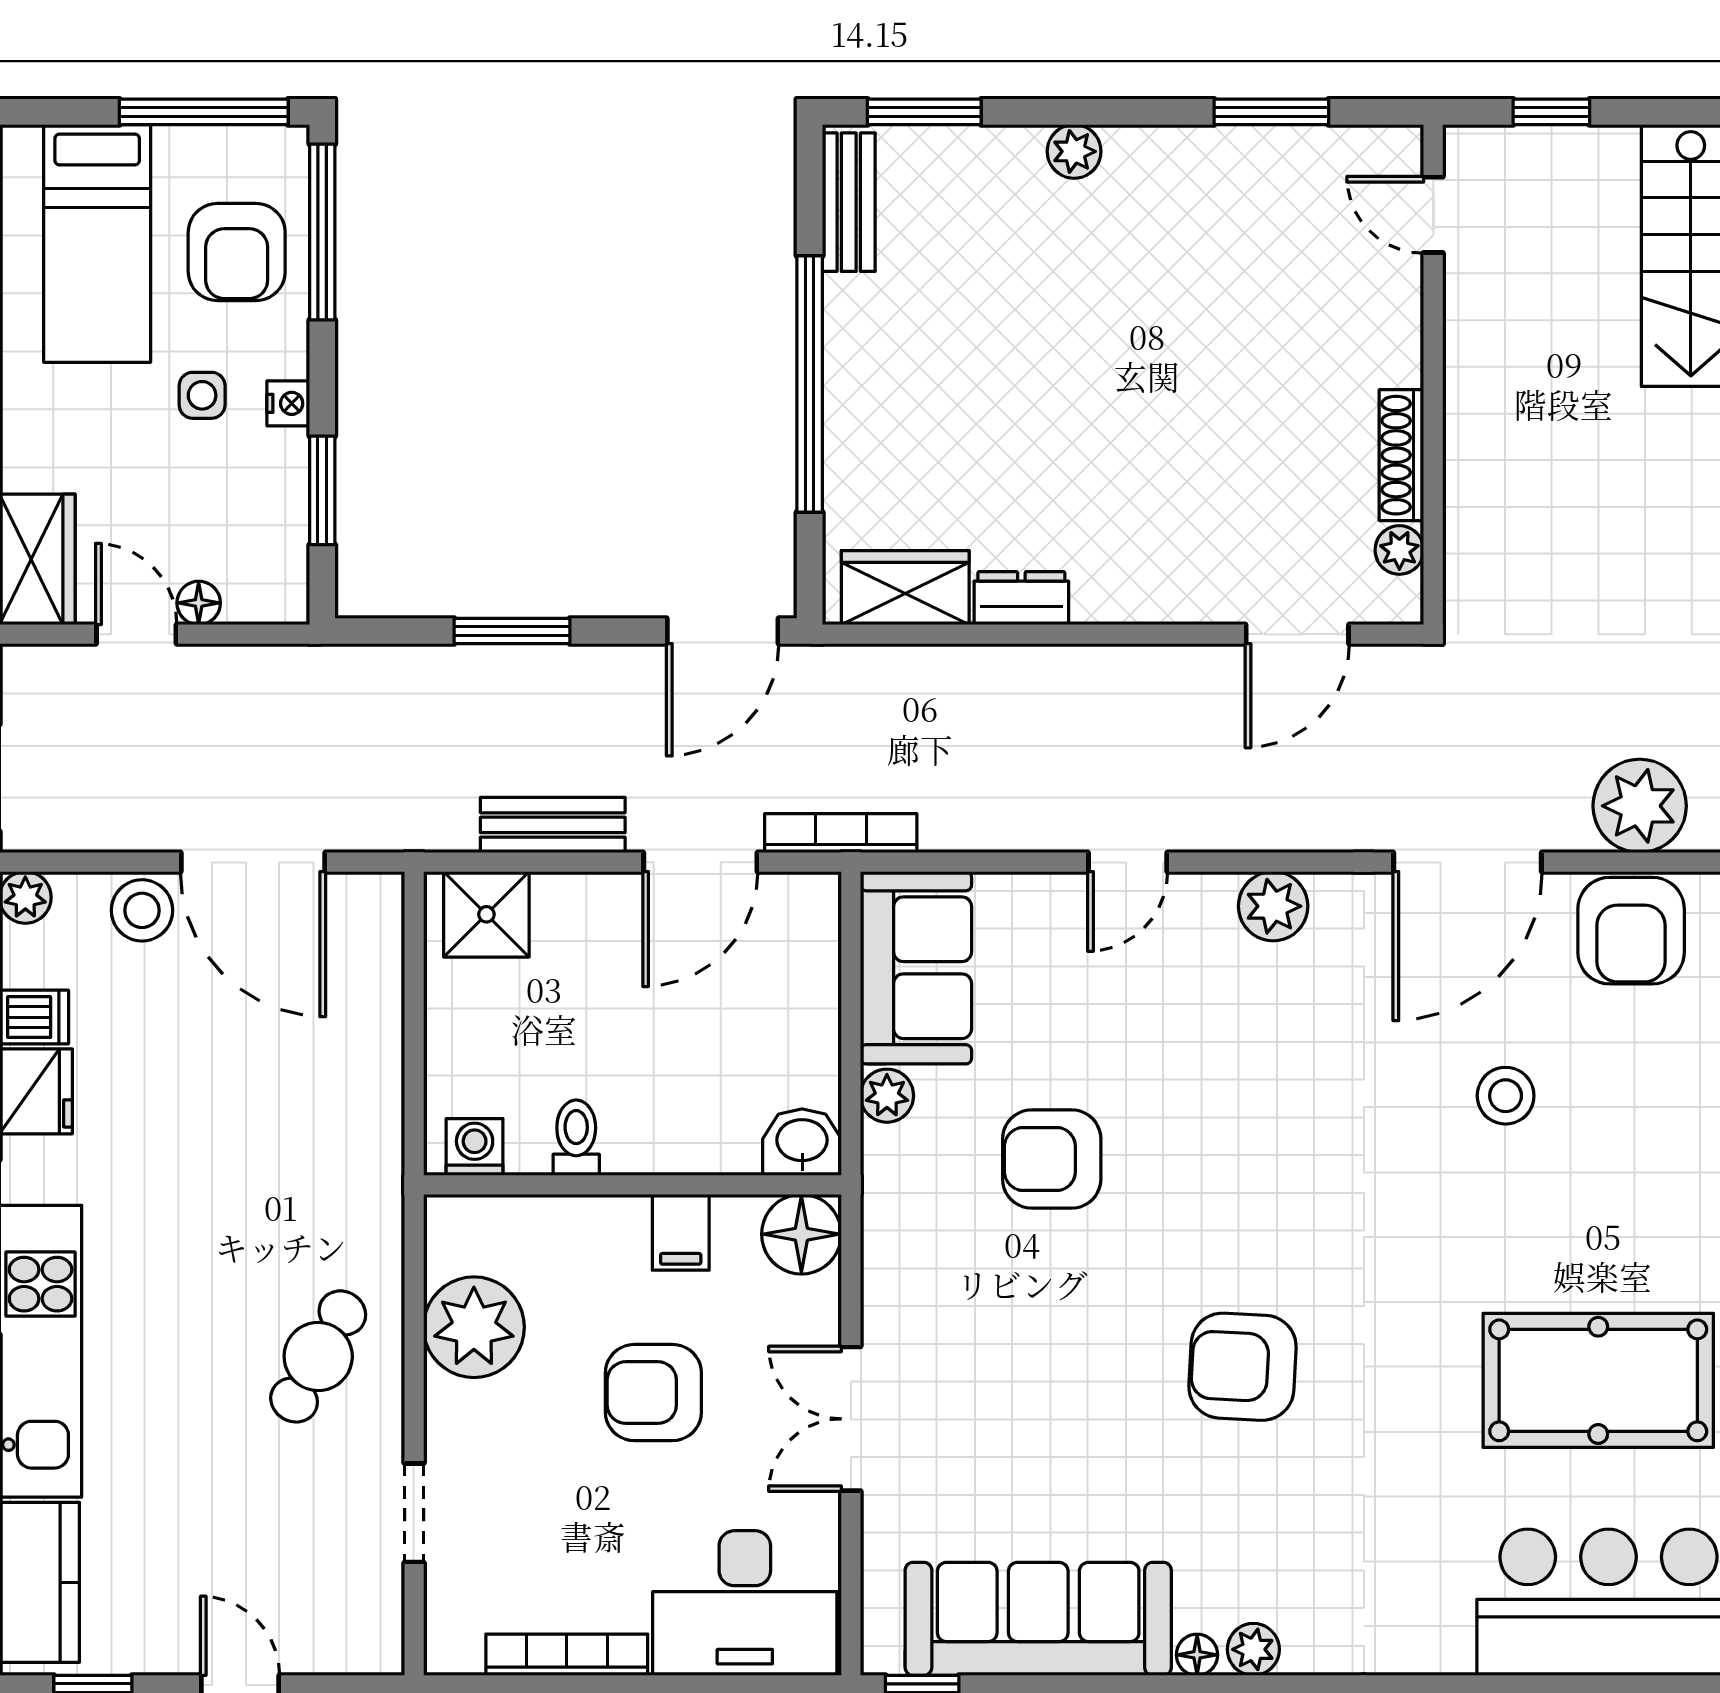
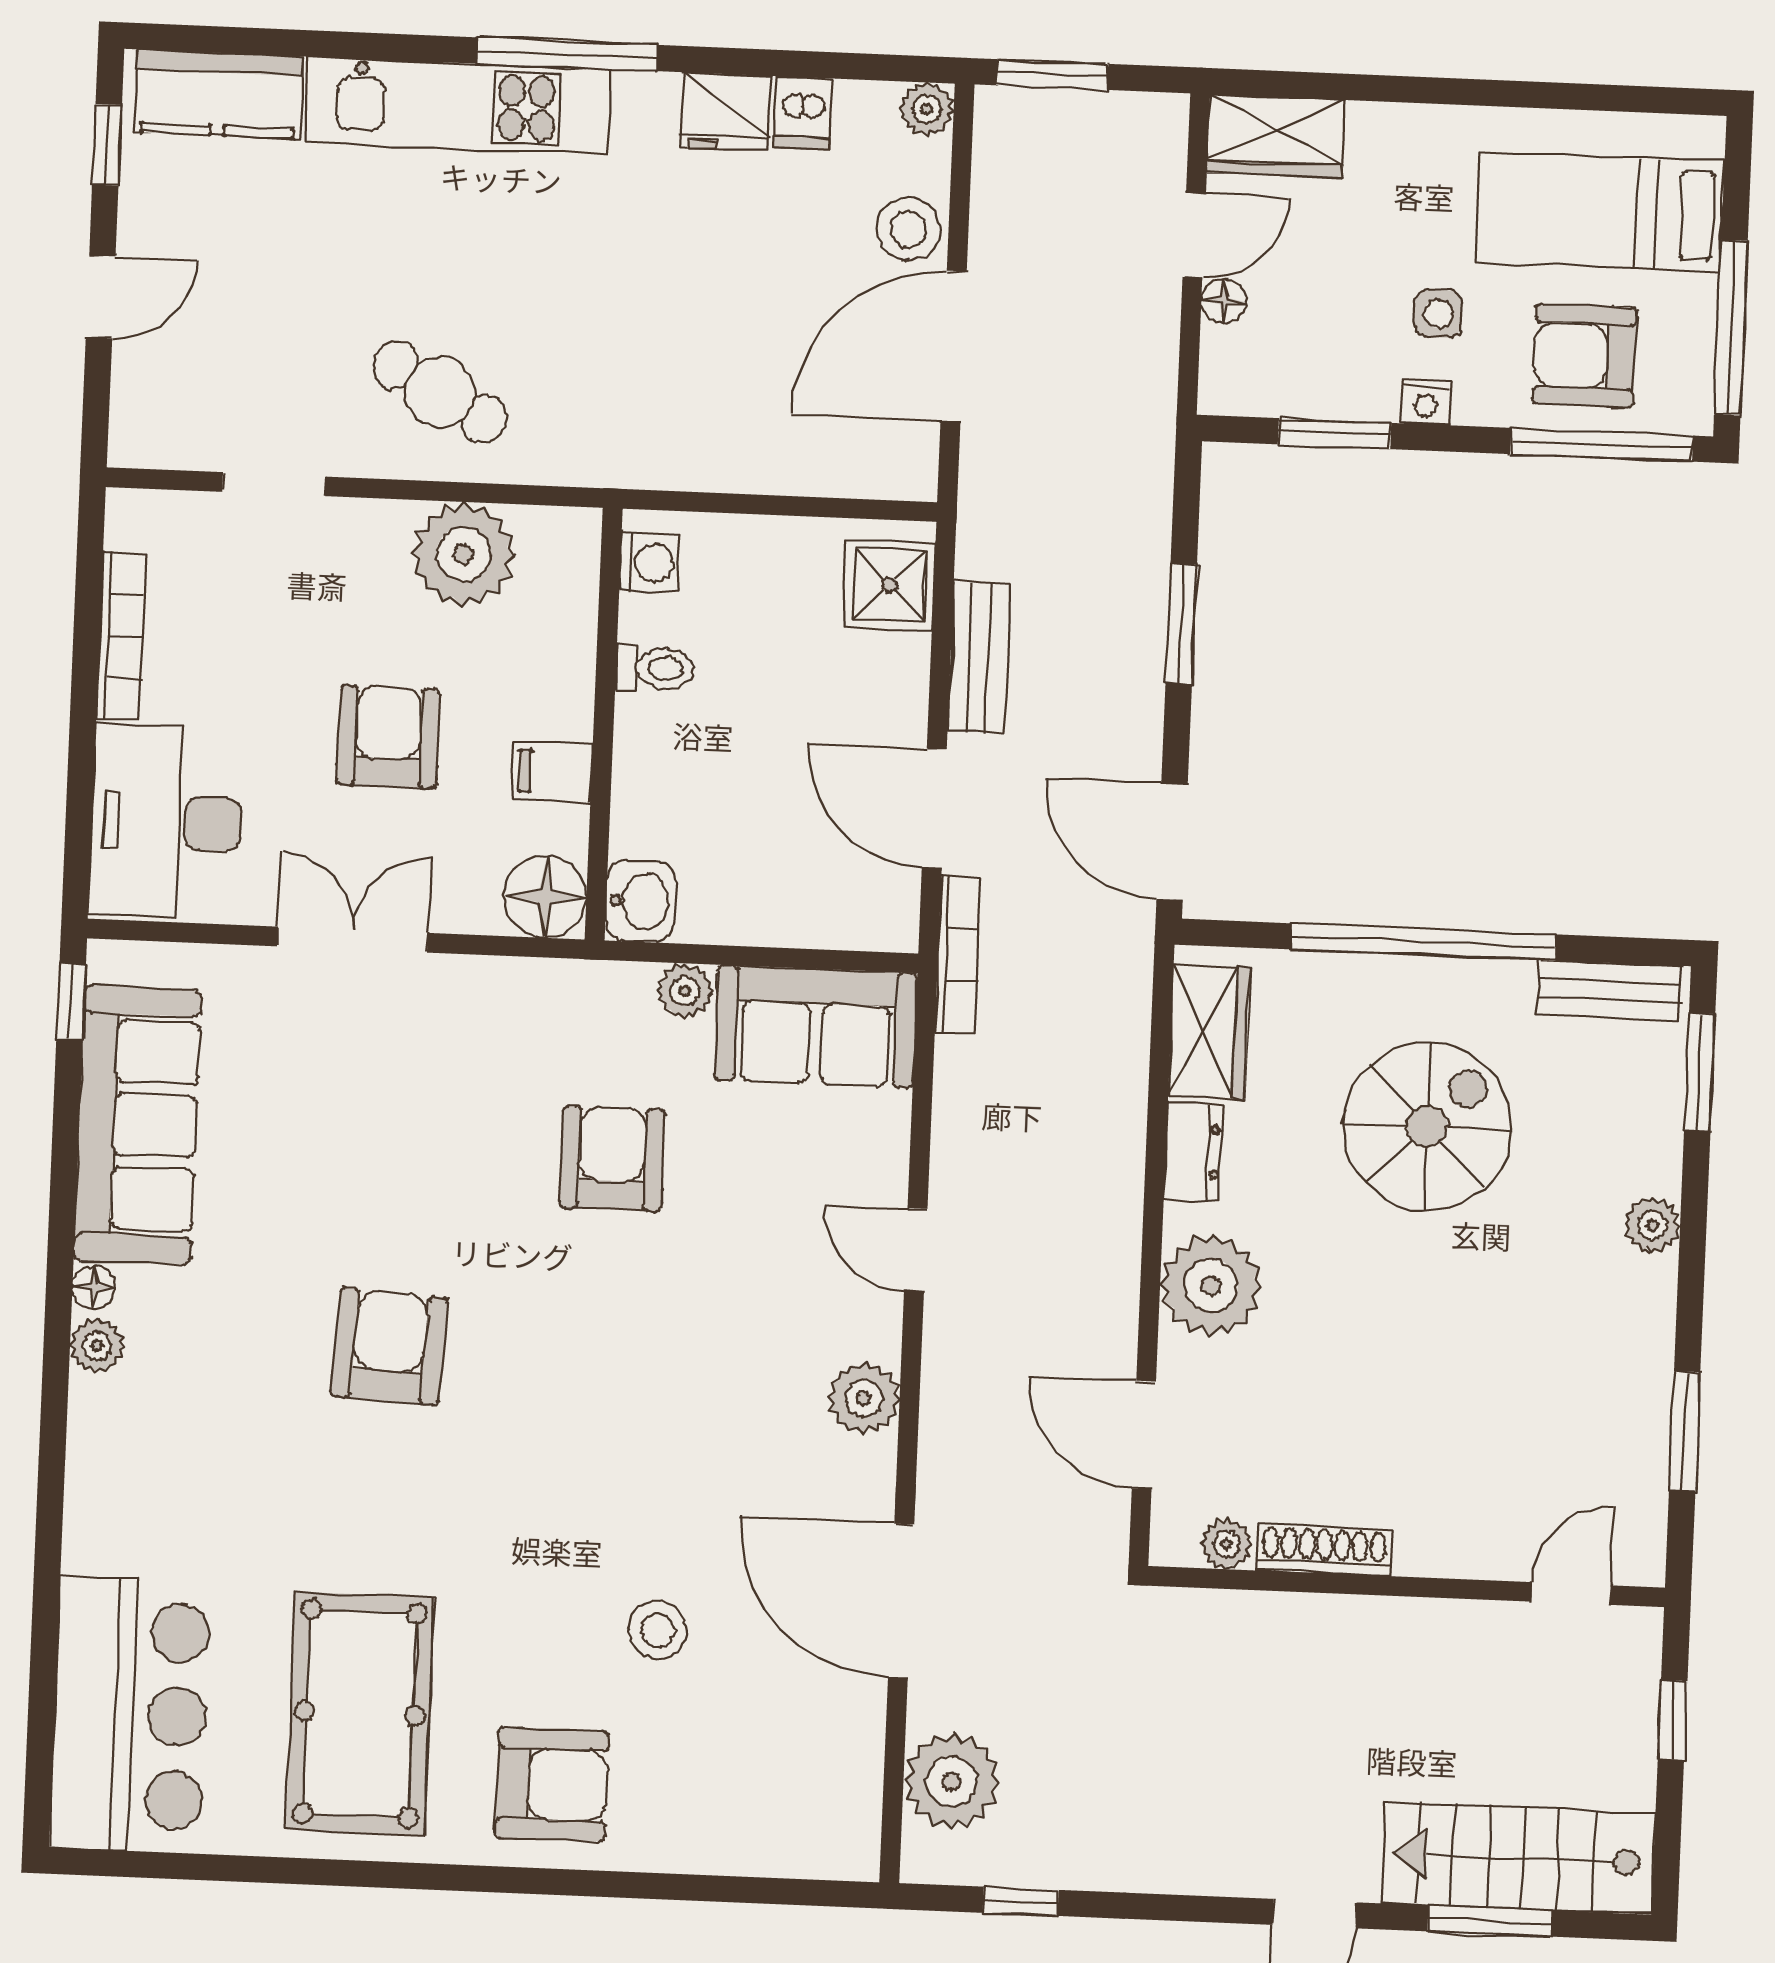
spiral stairs: (988, 373) -> (1427, 1126), added
plant: (1150, 575) -> (1211, 1286), added
armchair: (1631, 931) -> (552, 1784), moved, turned 180

